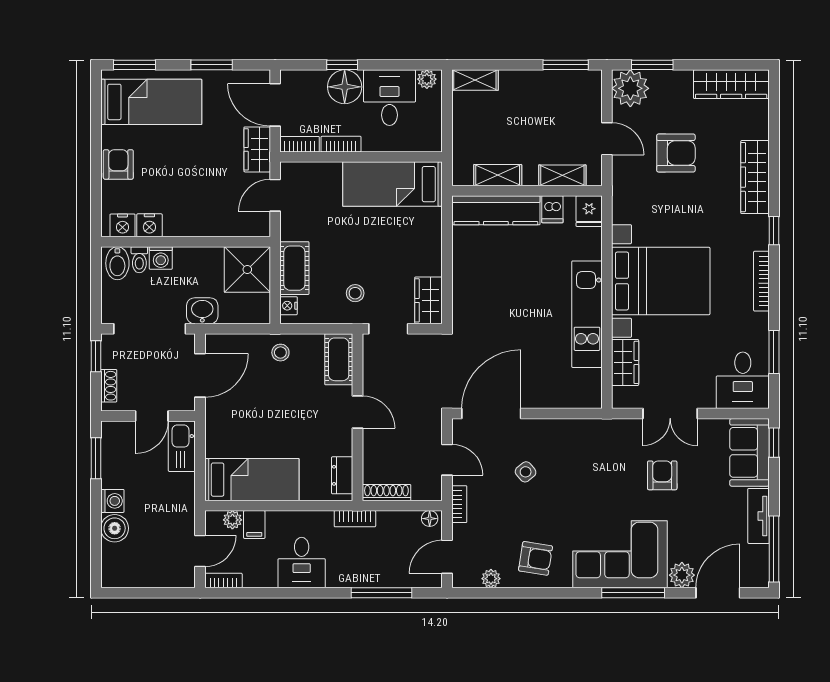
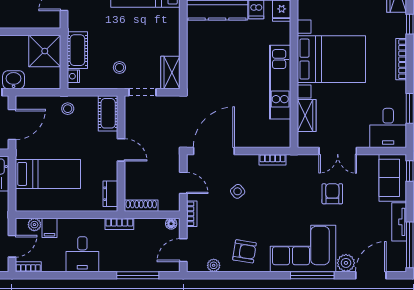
bookcase: (576, 426) -> (273, 160), added
bed: (252, 480) -> (48, 174), moved

